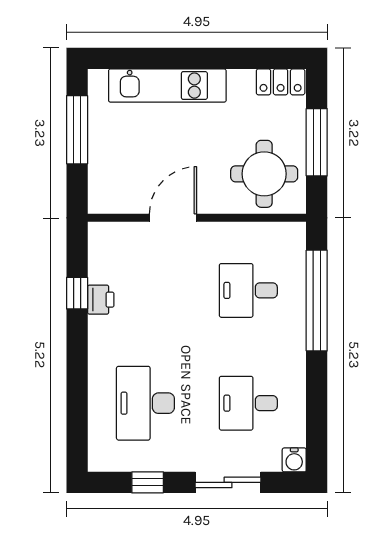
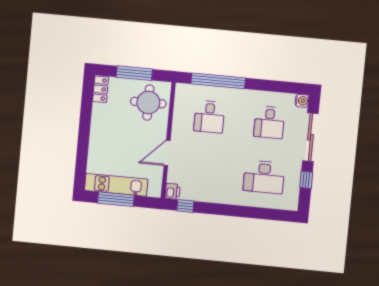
kitchen unit: (167, 86) -> (116, 185), moved, turned -90
door: (173, 218) -> (167, 153), hinge flipped
window: (77, 293) -> (185, 206), moved
printer: (101, 300) -> (173, 191), moved, turned 90
sliding door: (228, 482) -> (310, 137), width x1.37

